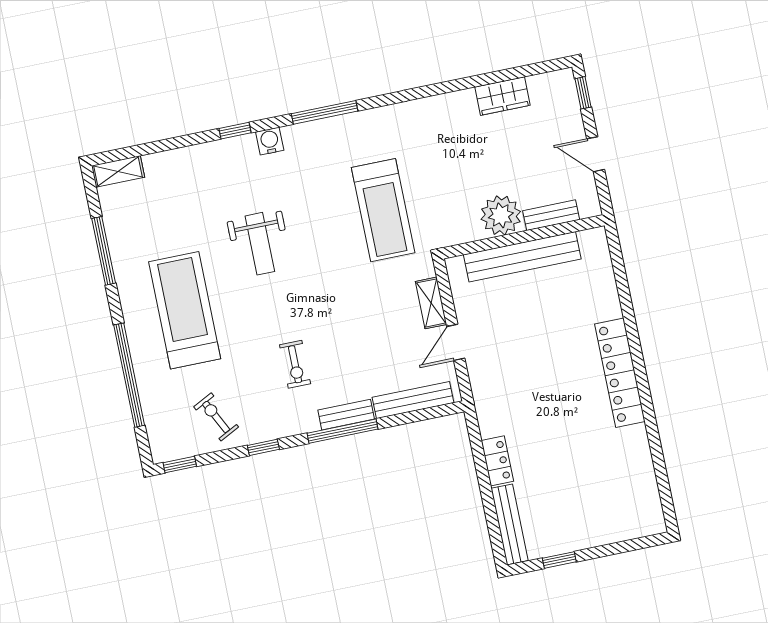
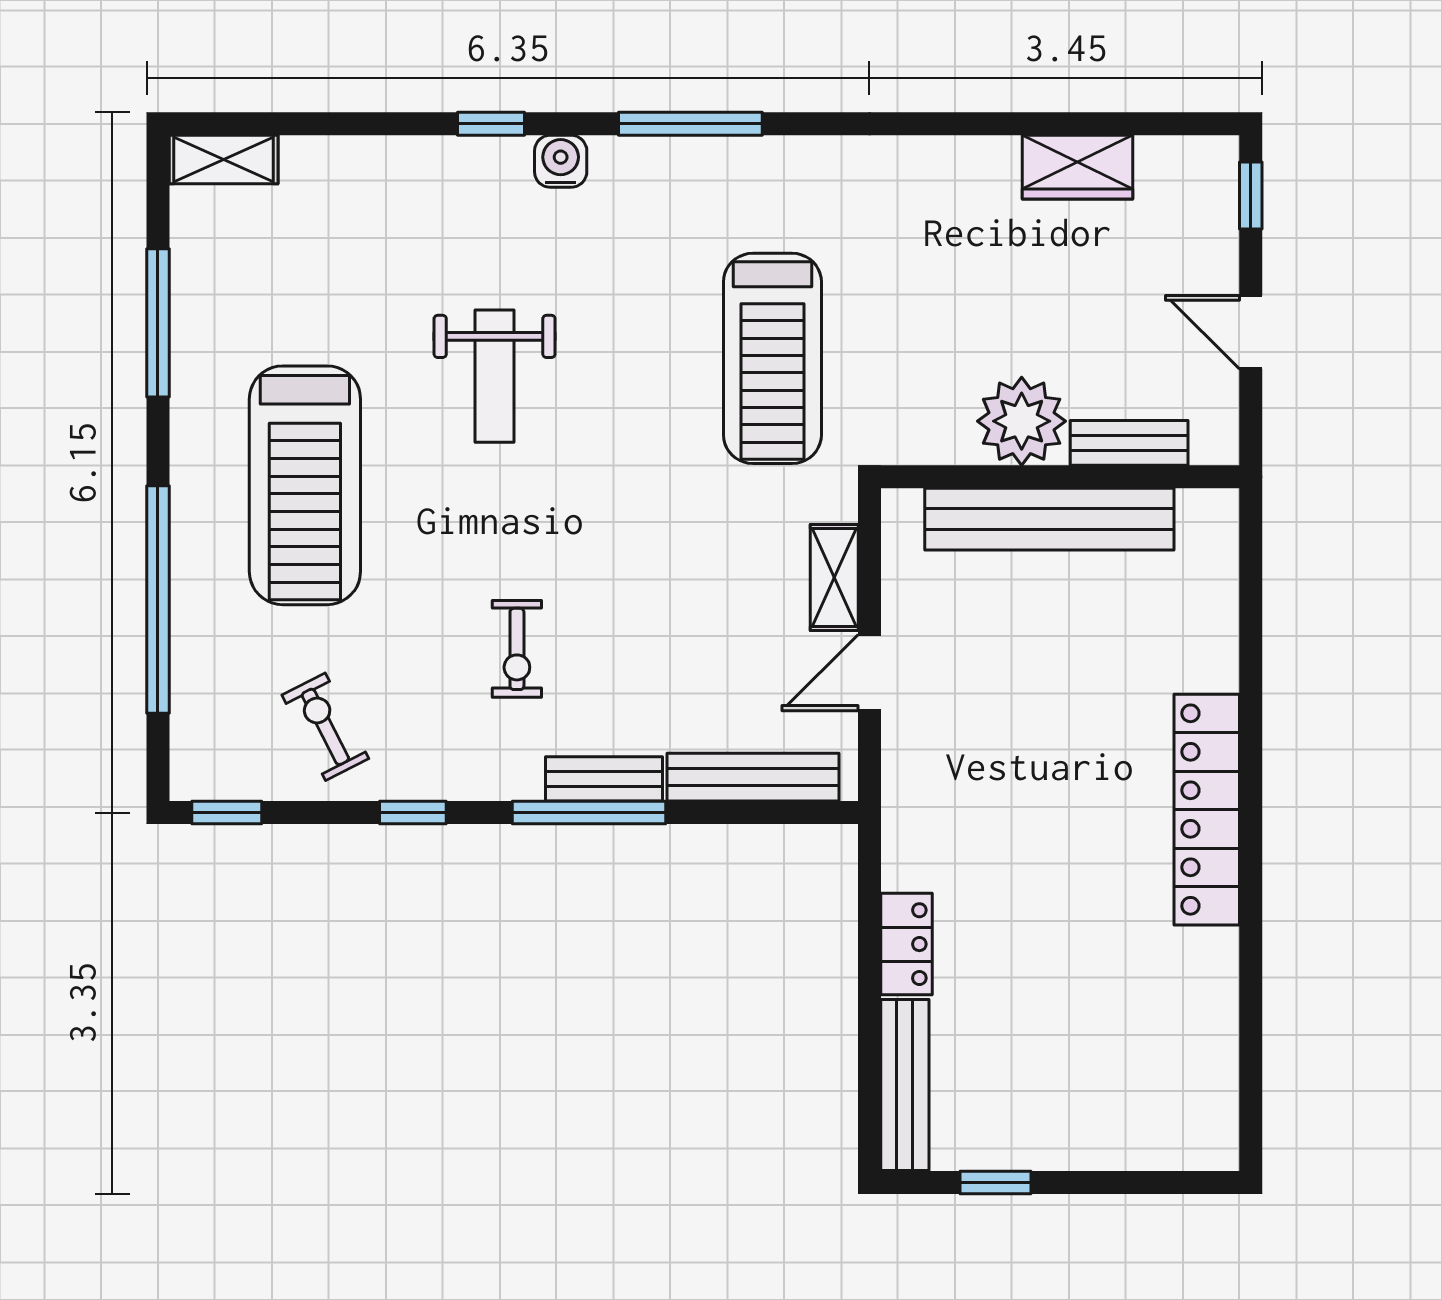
treadmill: (185, 310) -> (305, 485), turned 180

